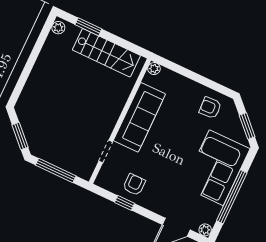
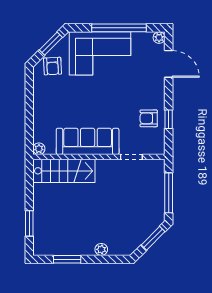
plant: (58, 28) -> (101, 249), moved
window: (38, 46) -> (67, 259), added
stairs: (106, 53) -> (64, 171), moved, turned 90
armchair: (210, 108) -> (53, 66), moved

